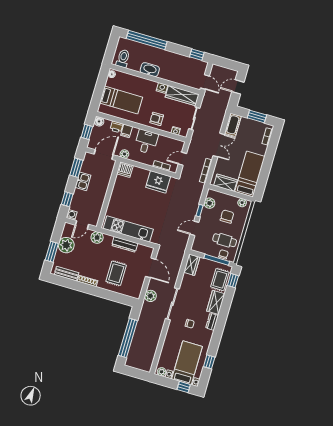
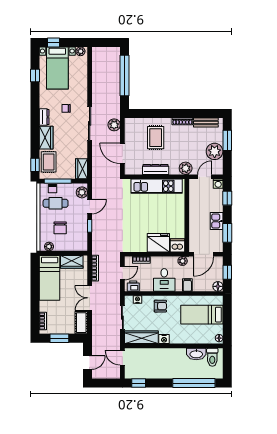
washbasin: (150, 70) -> (196, 354), moved
printer: (116, 127) -> (133, 286), moved
fridge: (158, 182) -> (158, 243), moved
plant: (209, 203) -> (82, 192), moved

